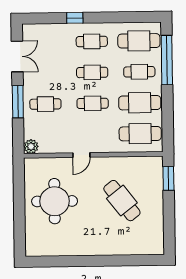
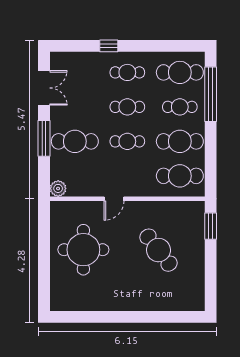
cafe table: (45, 104) -> (75, 141), width x1.37, depth x1.35

